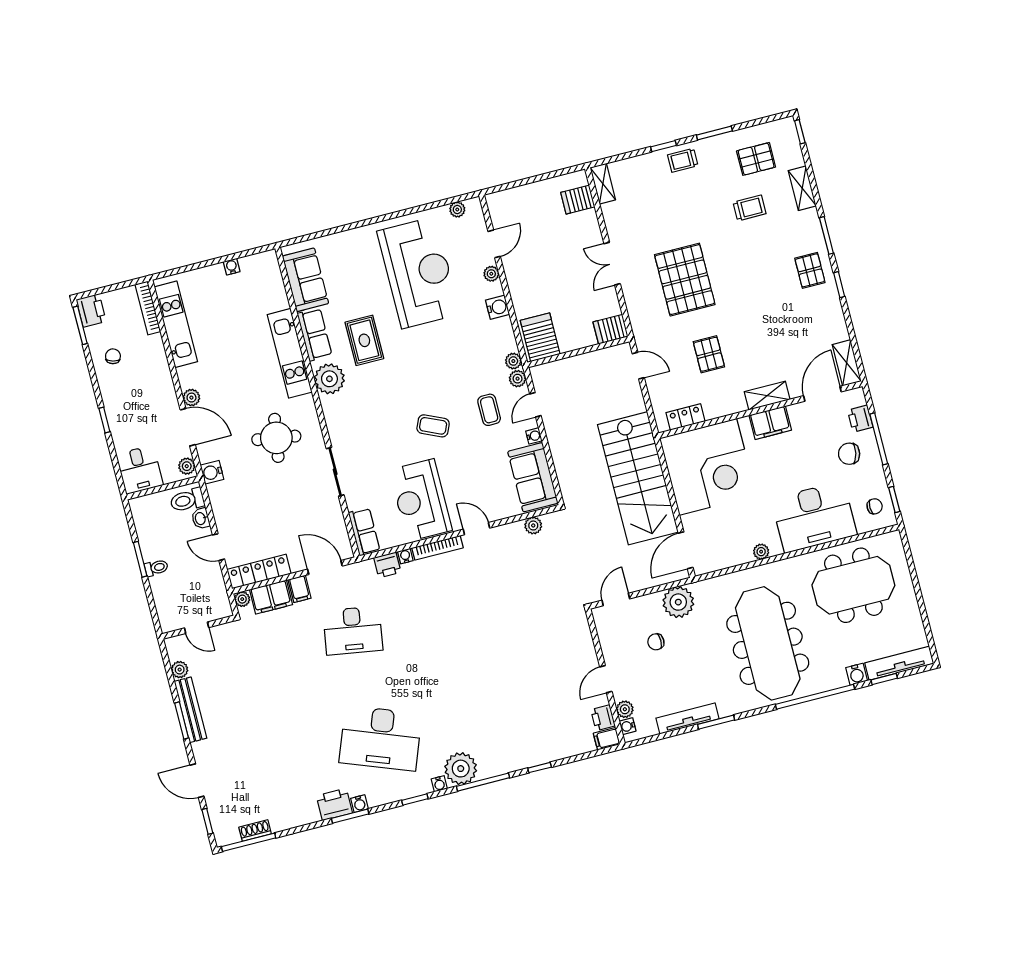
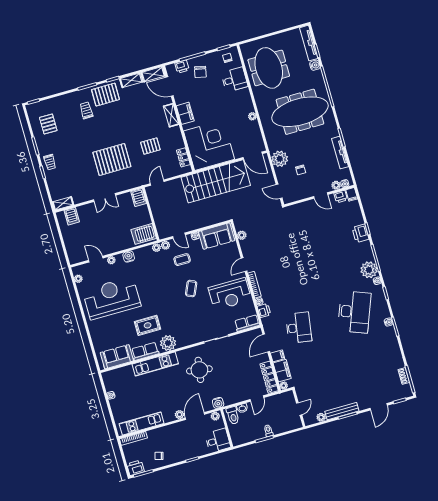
shelving: (802, 188) -> (131, 80), moved
trolley: (749, 208) -> (86, 110), moved
pallet: (810, 270) -> (105, 95), width x1.50, depth x1.42
desk: (814, 517) -> (234, 80), width x0.53, depth x0.77
printer: (334, 804) -> (360, 233), moved

